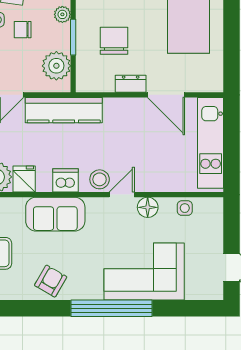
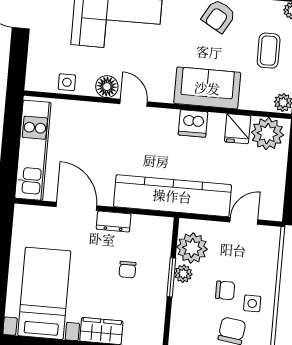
plant: (62, 14) -> (183, 274), moved
chair: (114, 41) -> (127, 270), width x0.54, depth x0.54
kitchen counter: (64, 110) -> (172, 196), width x1.39, depth x1.17
stool: (100, 179) -> (156, 121), removed
door: (122, 195) -> (134, 103), swing flipped

